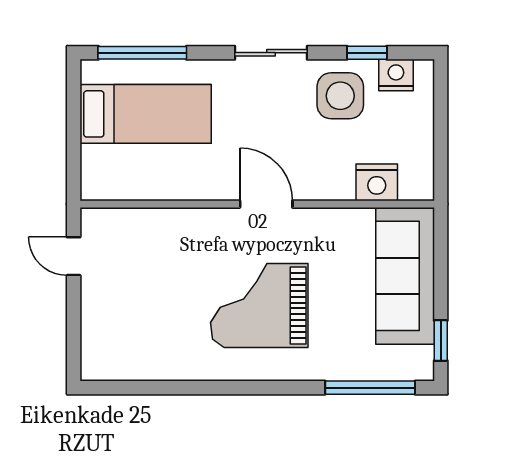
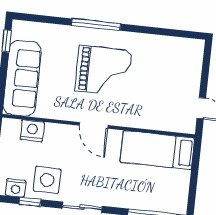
bed: (146, 114) -> (157, 150), moved
window: (370, 388) -> (96, 25), moved

